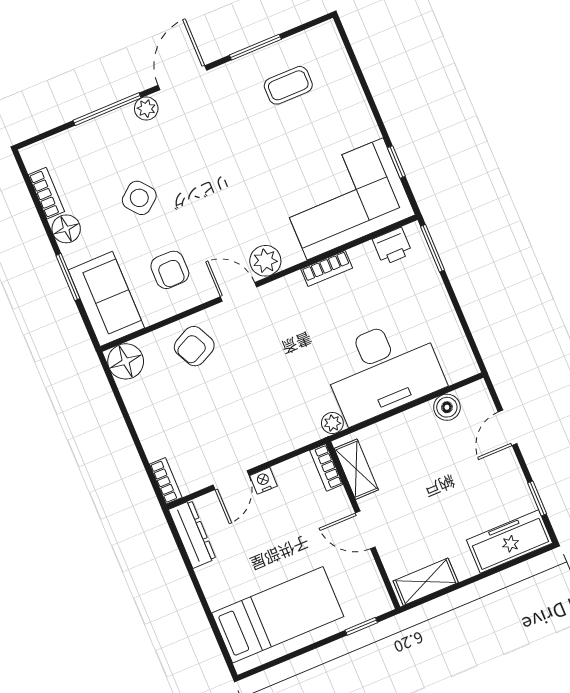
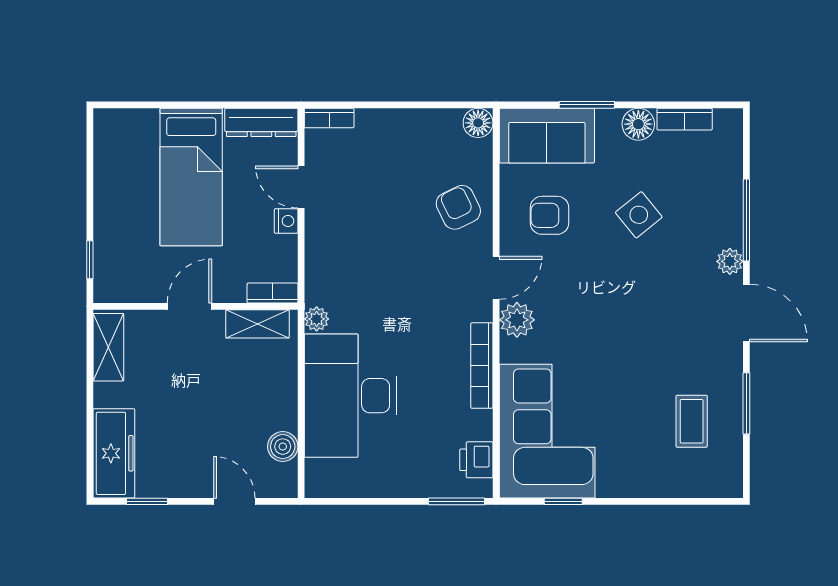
bookcase: (327, 268) -> (482, 366), width x1.56
floor lamp: (126, 361) -> (478, 123), width x0.73, depth x0.73
bed: (278, 615) -> (191, 177), moved

